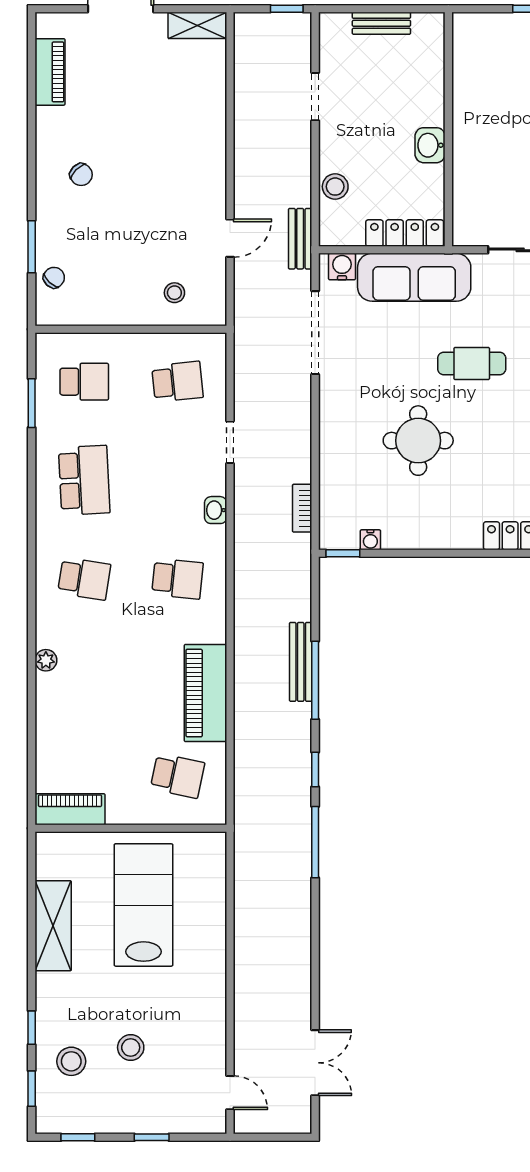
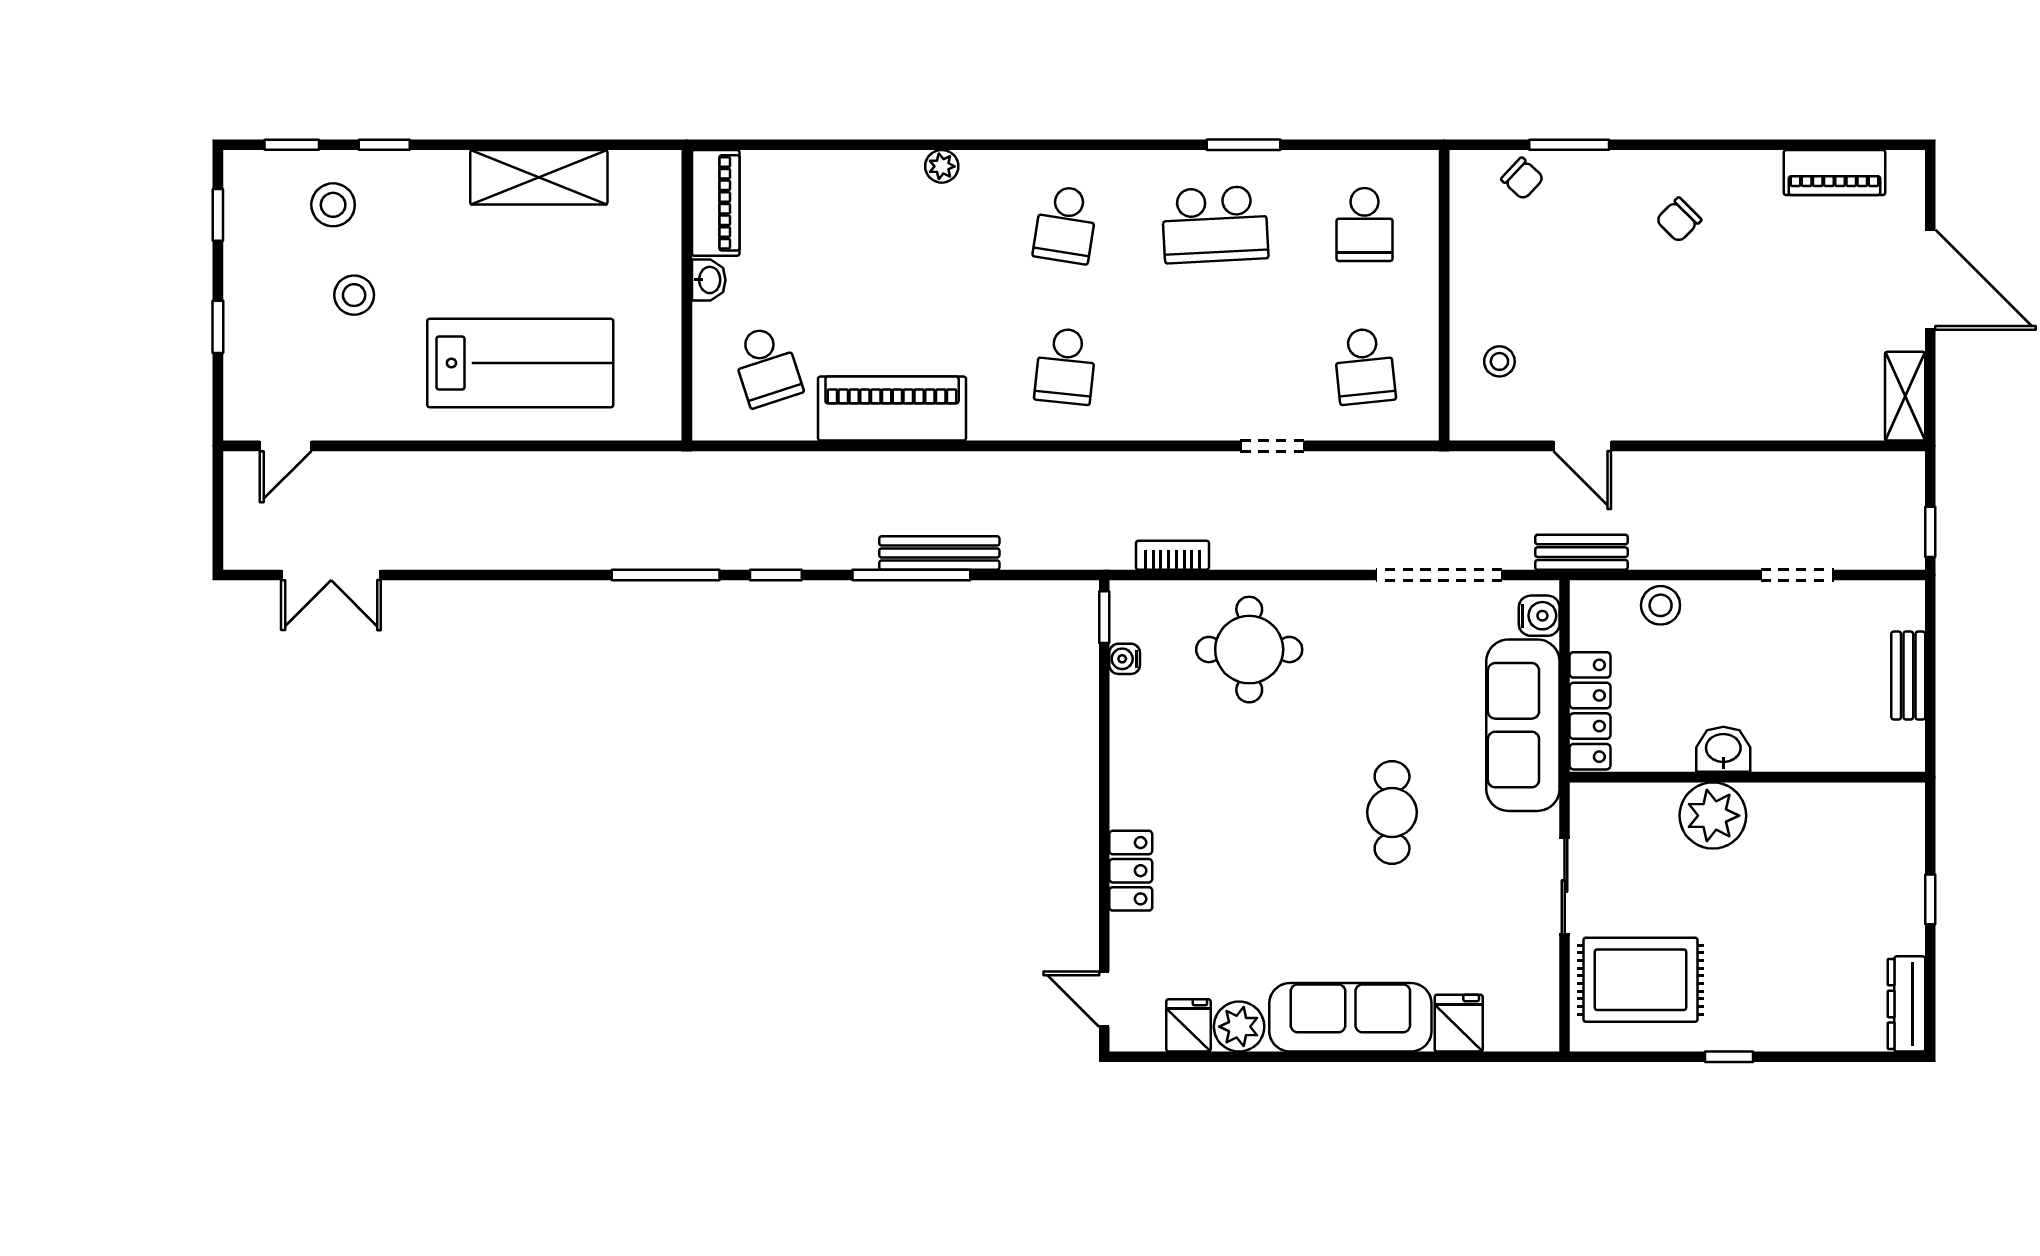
plant: (474, 152) -> (1713, 816), added
window: (32, 403) -> (1244, 145), moved
round table: (418, 441) -> (1249, 650), moved
washbasin: (216, 510) -> (709, 280), moved, turned 90
school desk: (178, 776) -> (766, 366), turned -30
lab bench: (143, 905) -> (520, 363), moved

